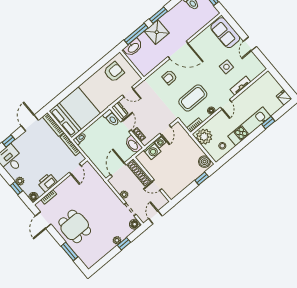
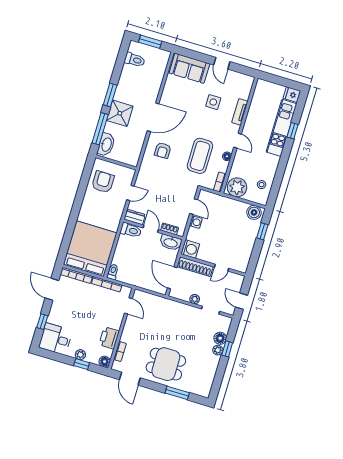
kitchen unit: (249, 126) -> (281, 128), moved
washing machine: (152, 151) -> (190, 249), moved
floor lamp: (135, 224) -> (220, 338), moved

